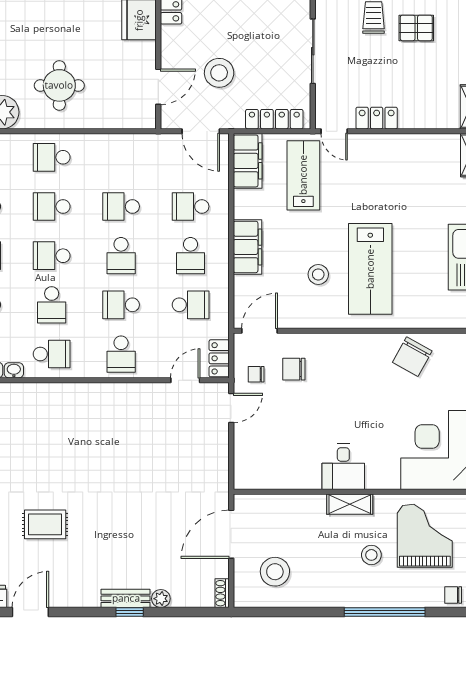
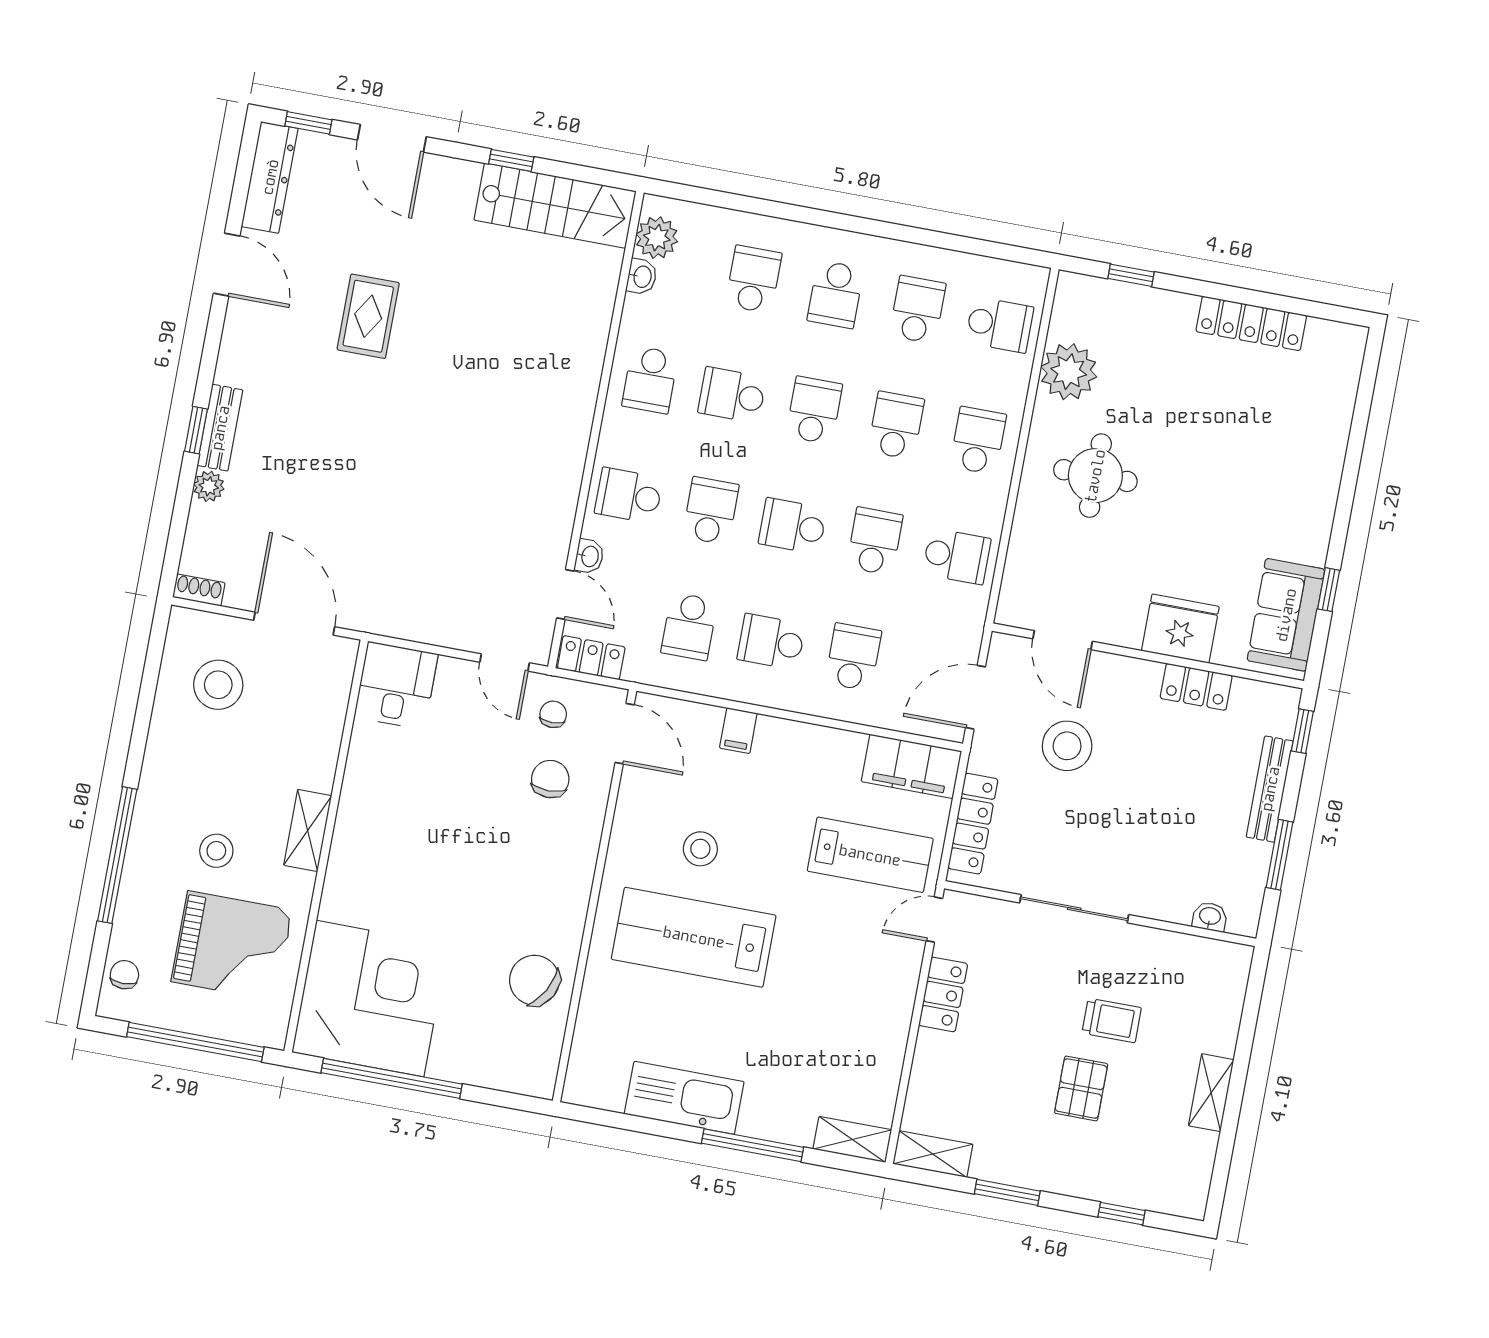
school desk: (121, 157) -> (957, 556), added
filing cabinet: (248, 247) -> (738, 731), width x0.33, depth x0.86
washbasin: (14, 370) -> (589, 556), moved
desk: (343, 467) -> (396, 686), moved, turned 90

